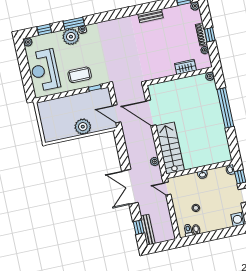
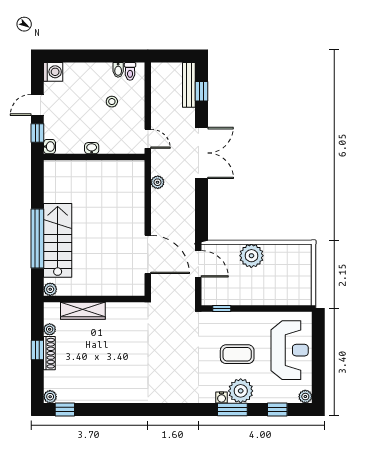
bench: (151, 16) -> (118, 396), removed
wardrobe: (185, 67) -> (83, 311), width x1.50
coffee table: (80, 75) -> (237, 354), moved
stairs: (170, 148) -> (58, 240), moved, turned 180

